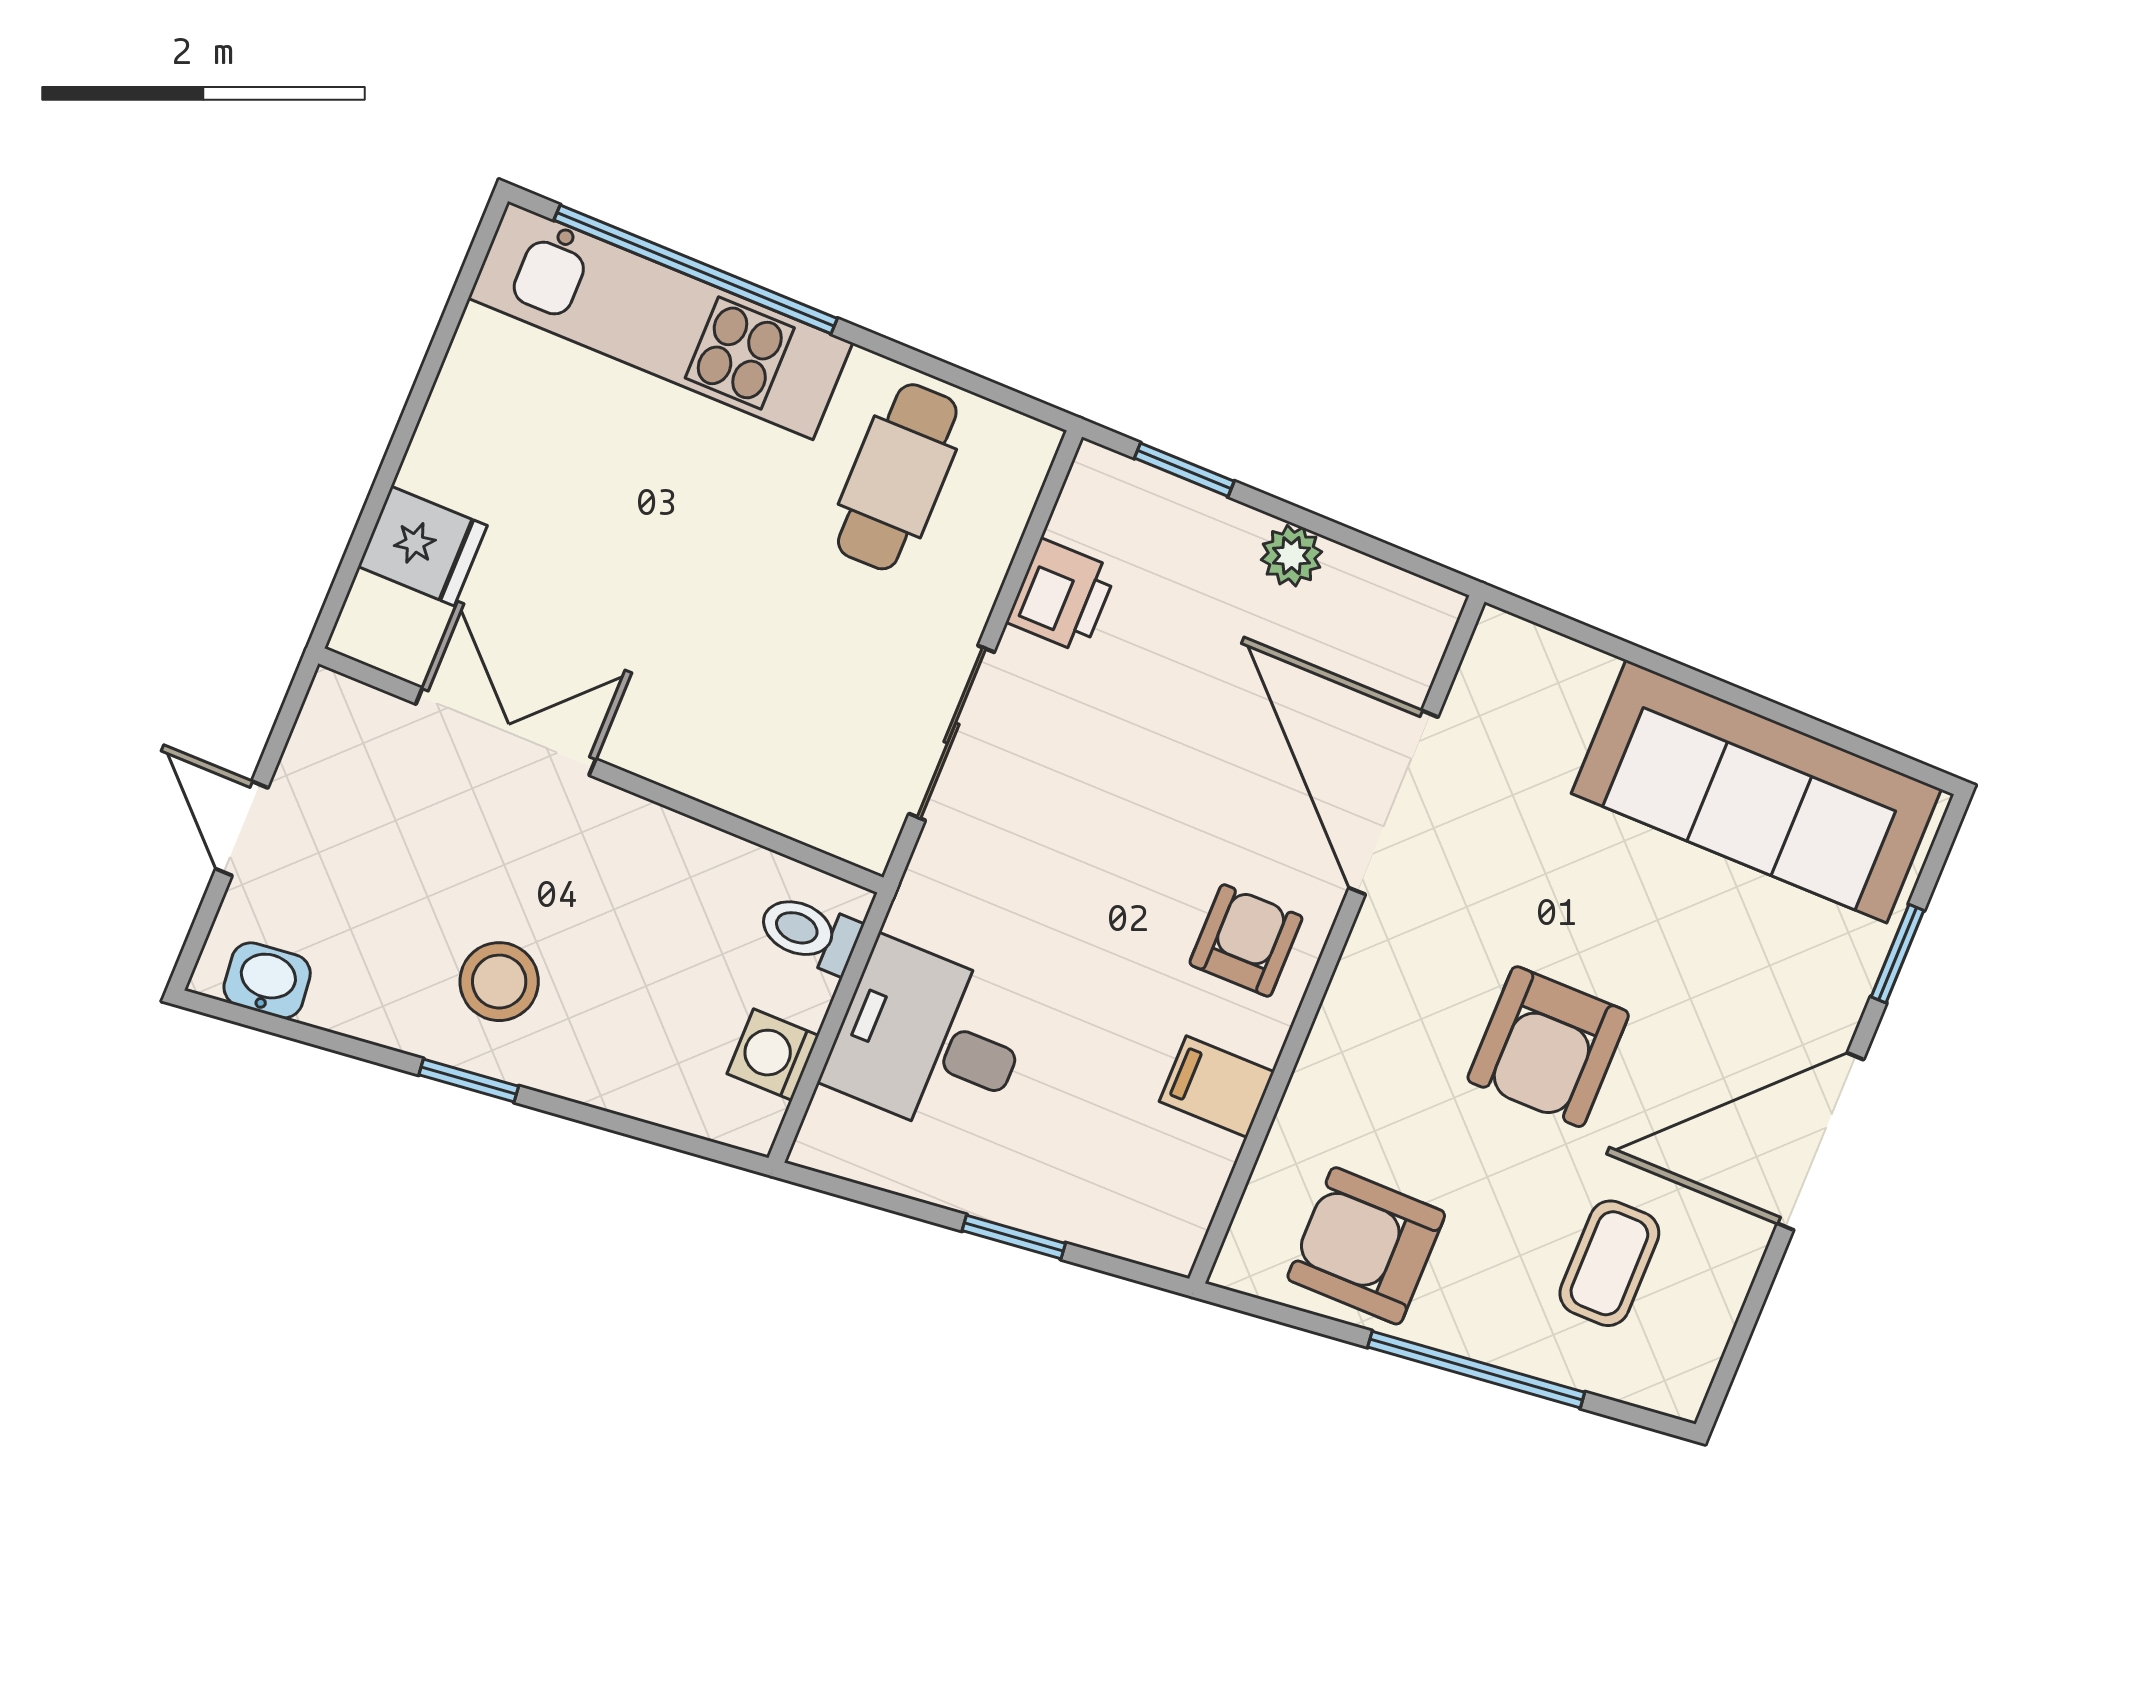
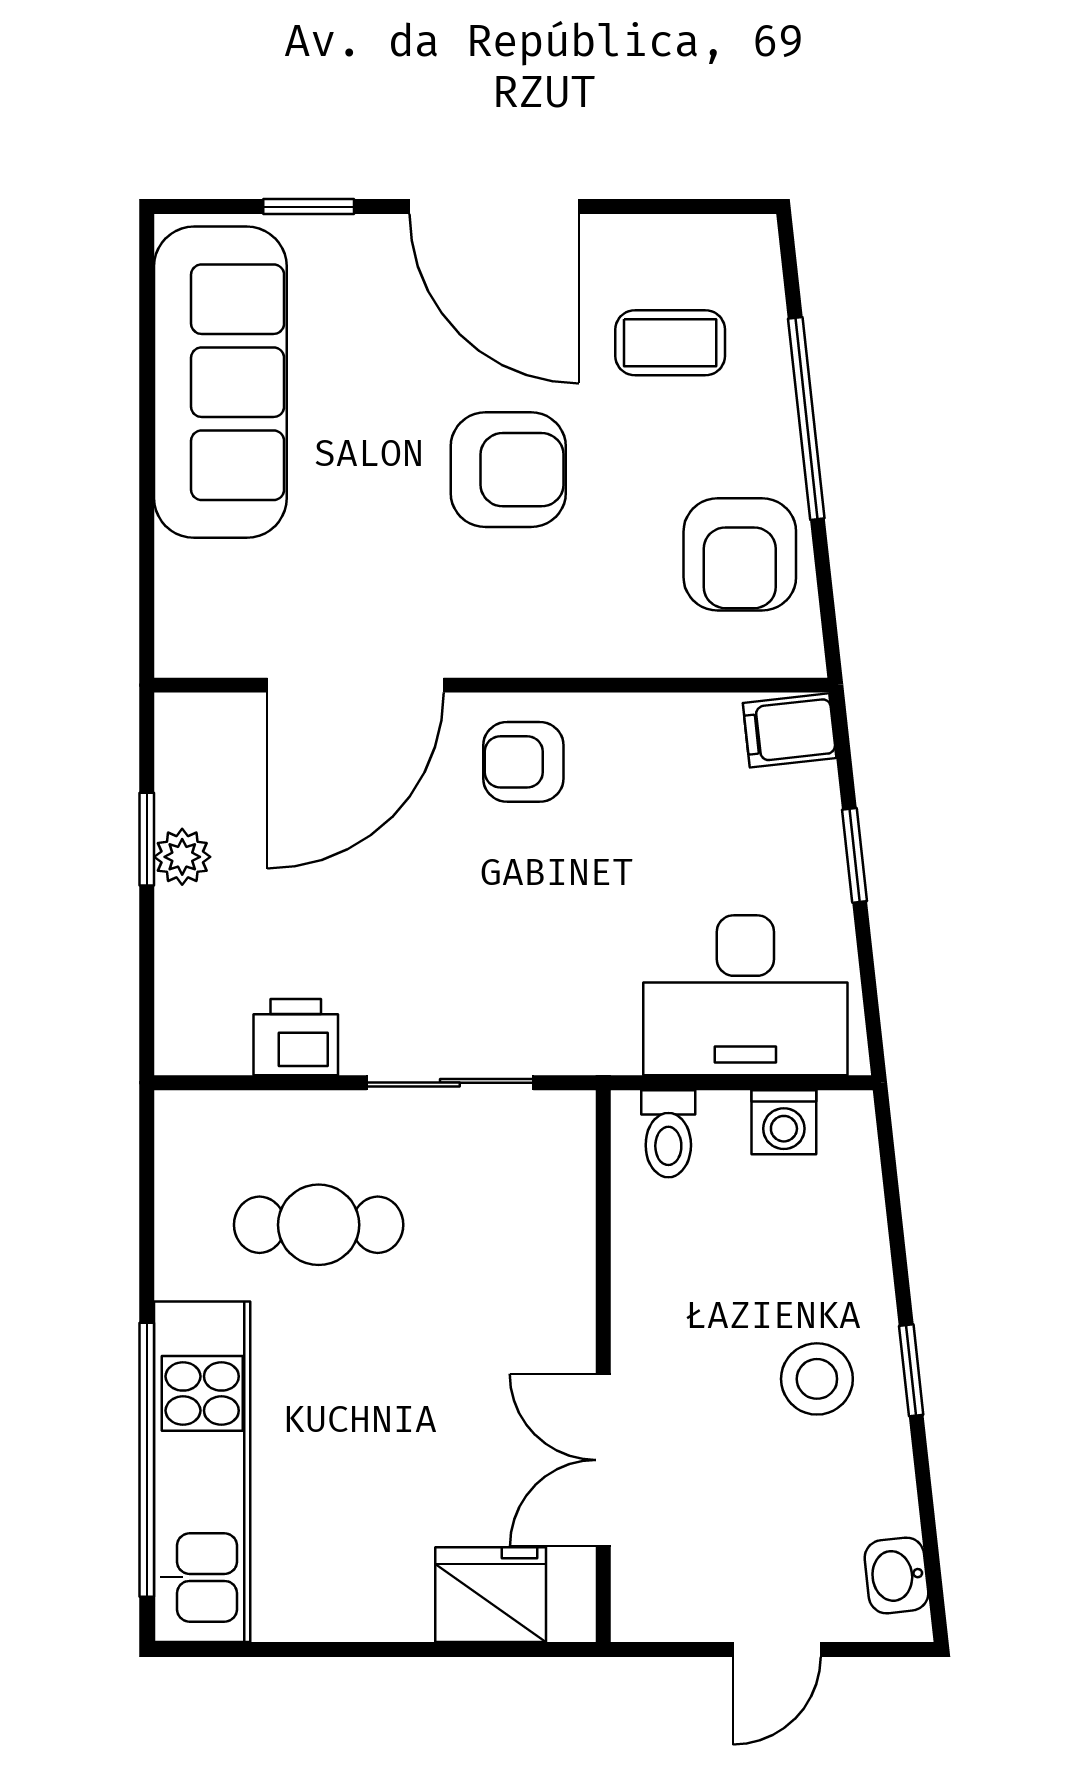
window: (1184, 470) -> (147, 839), moved
cafe table: (897, 477) -> (319, 1225), moved
fridge: (423, 546) -> (491, 1595), width x1.38
desk: (929, 1040) -> (745, 995), width x1.37
filing cabinet: (1217, 1087) -> (790, 730), moved, turned 84

